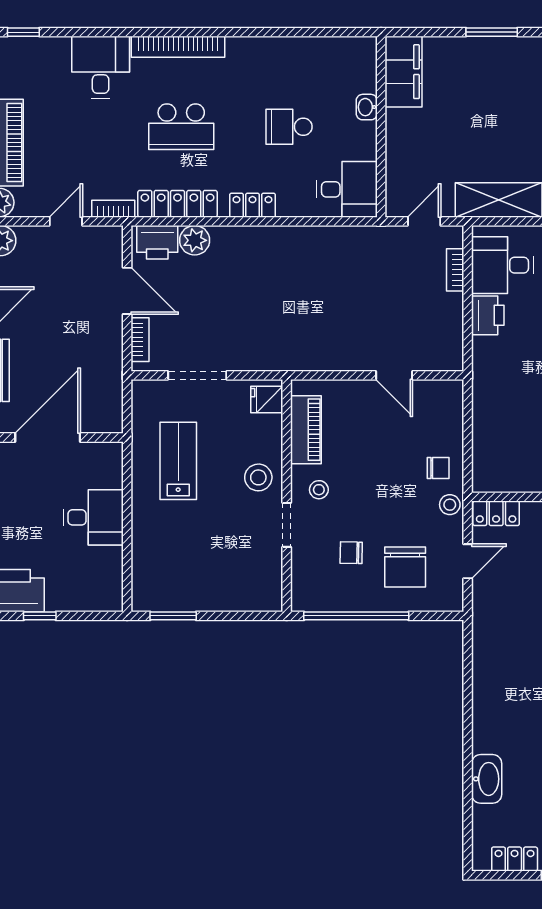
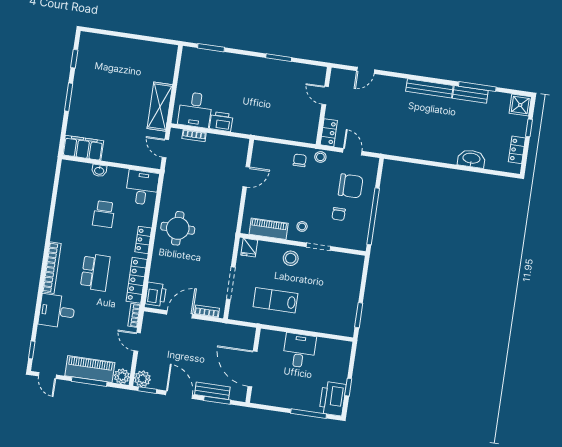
plant: (195, 240) -> (158, 274), removed
round table: (283, 265) -> (178, 228), added

